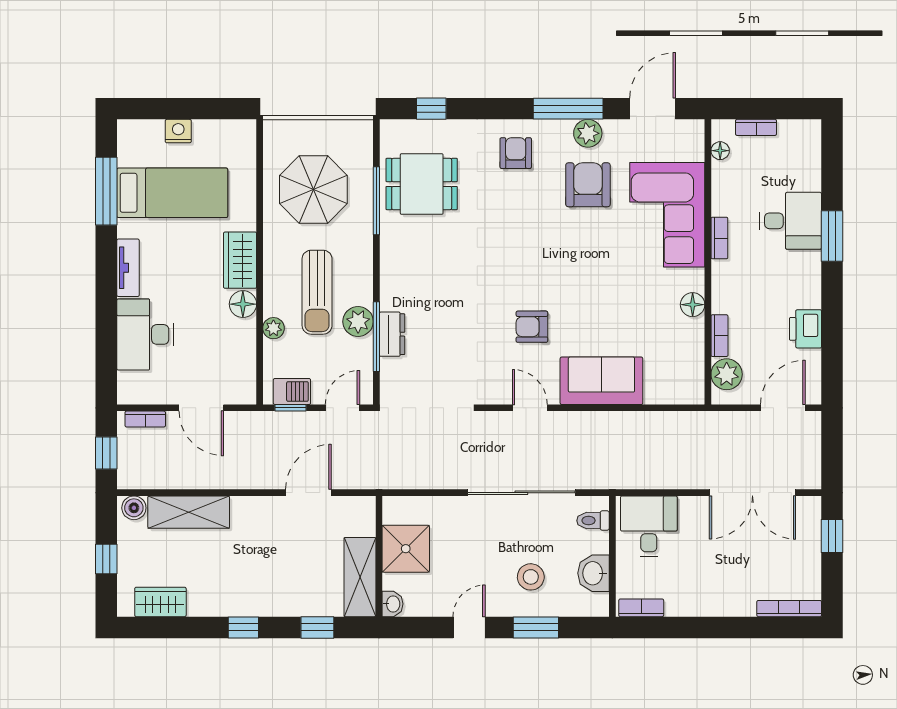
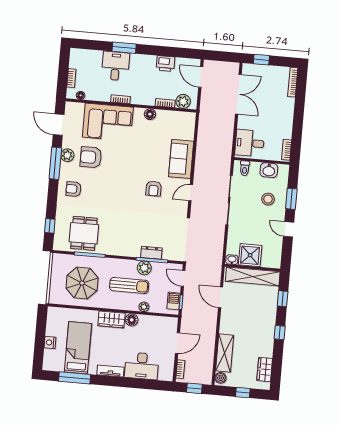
shelving: (360, 577) -> (253, 277), width x1.47
washbasin: (393, 604) -> (232, 260), moved

